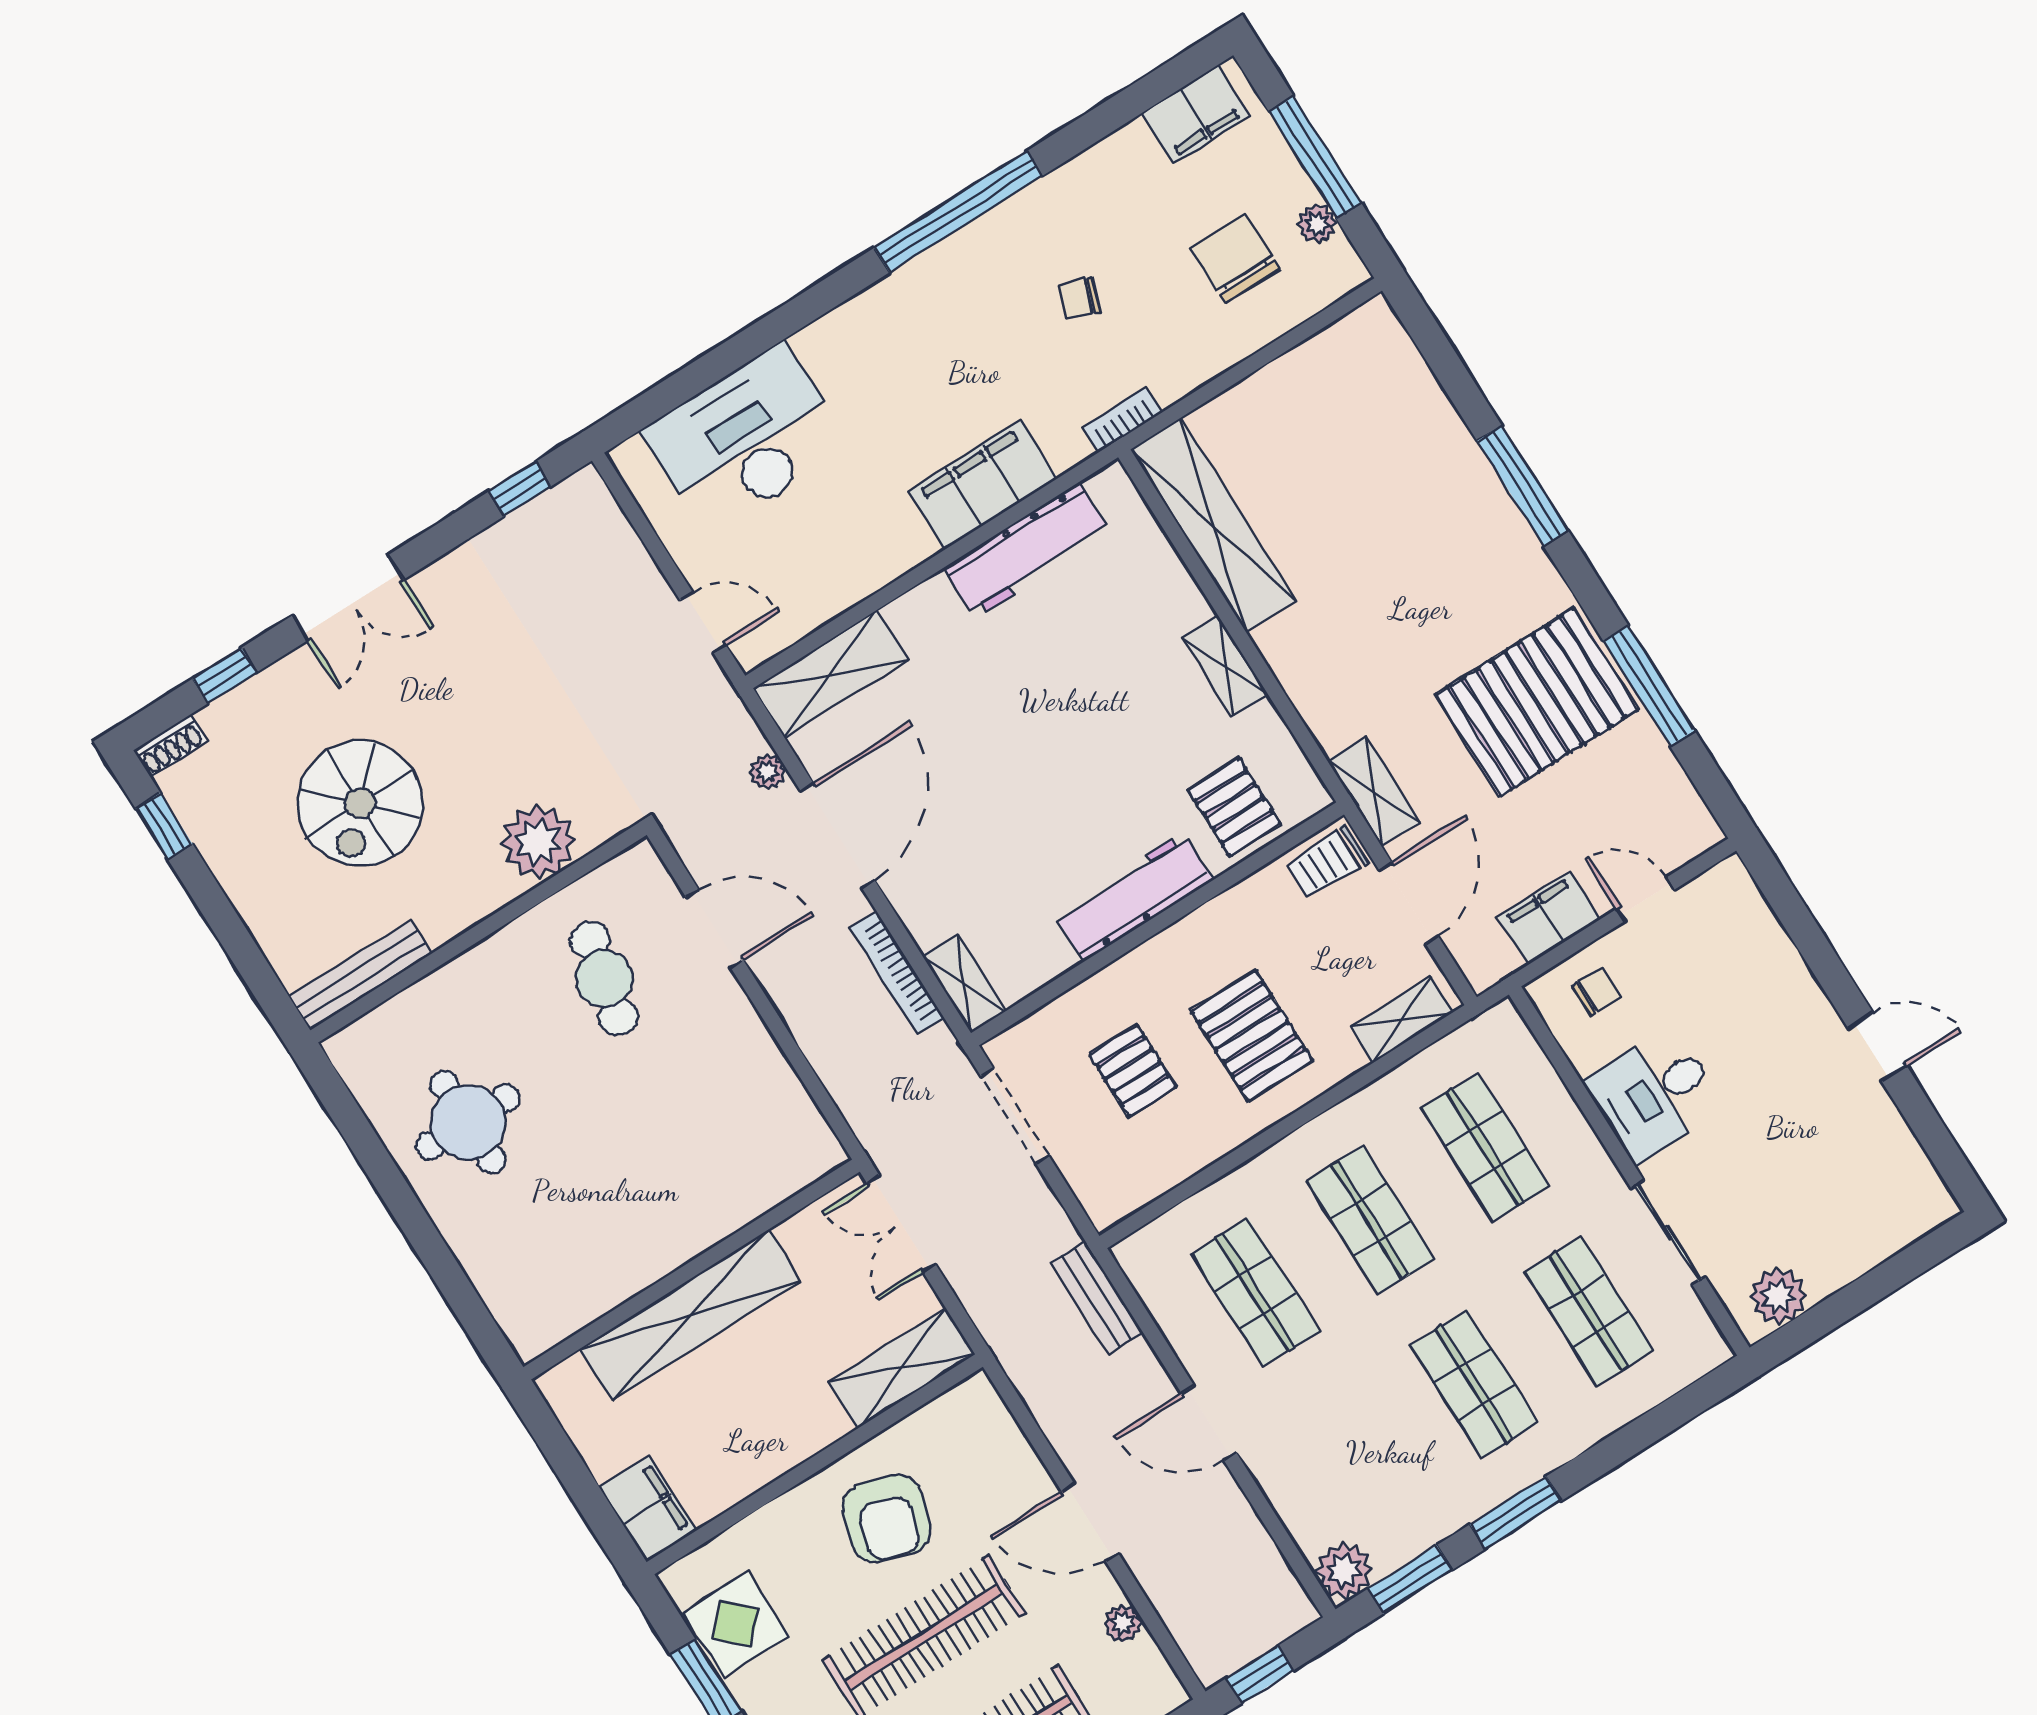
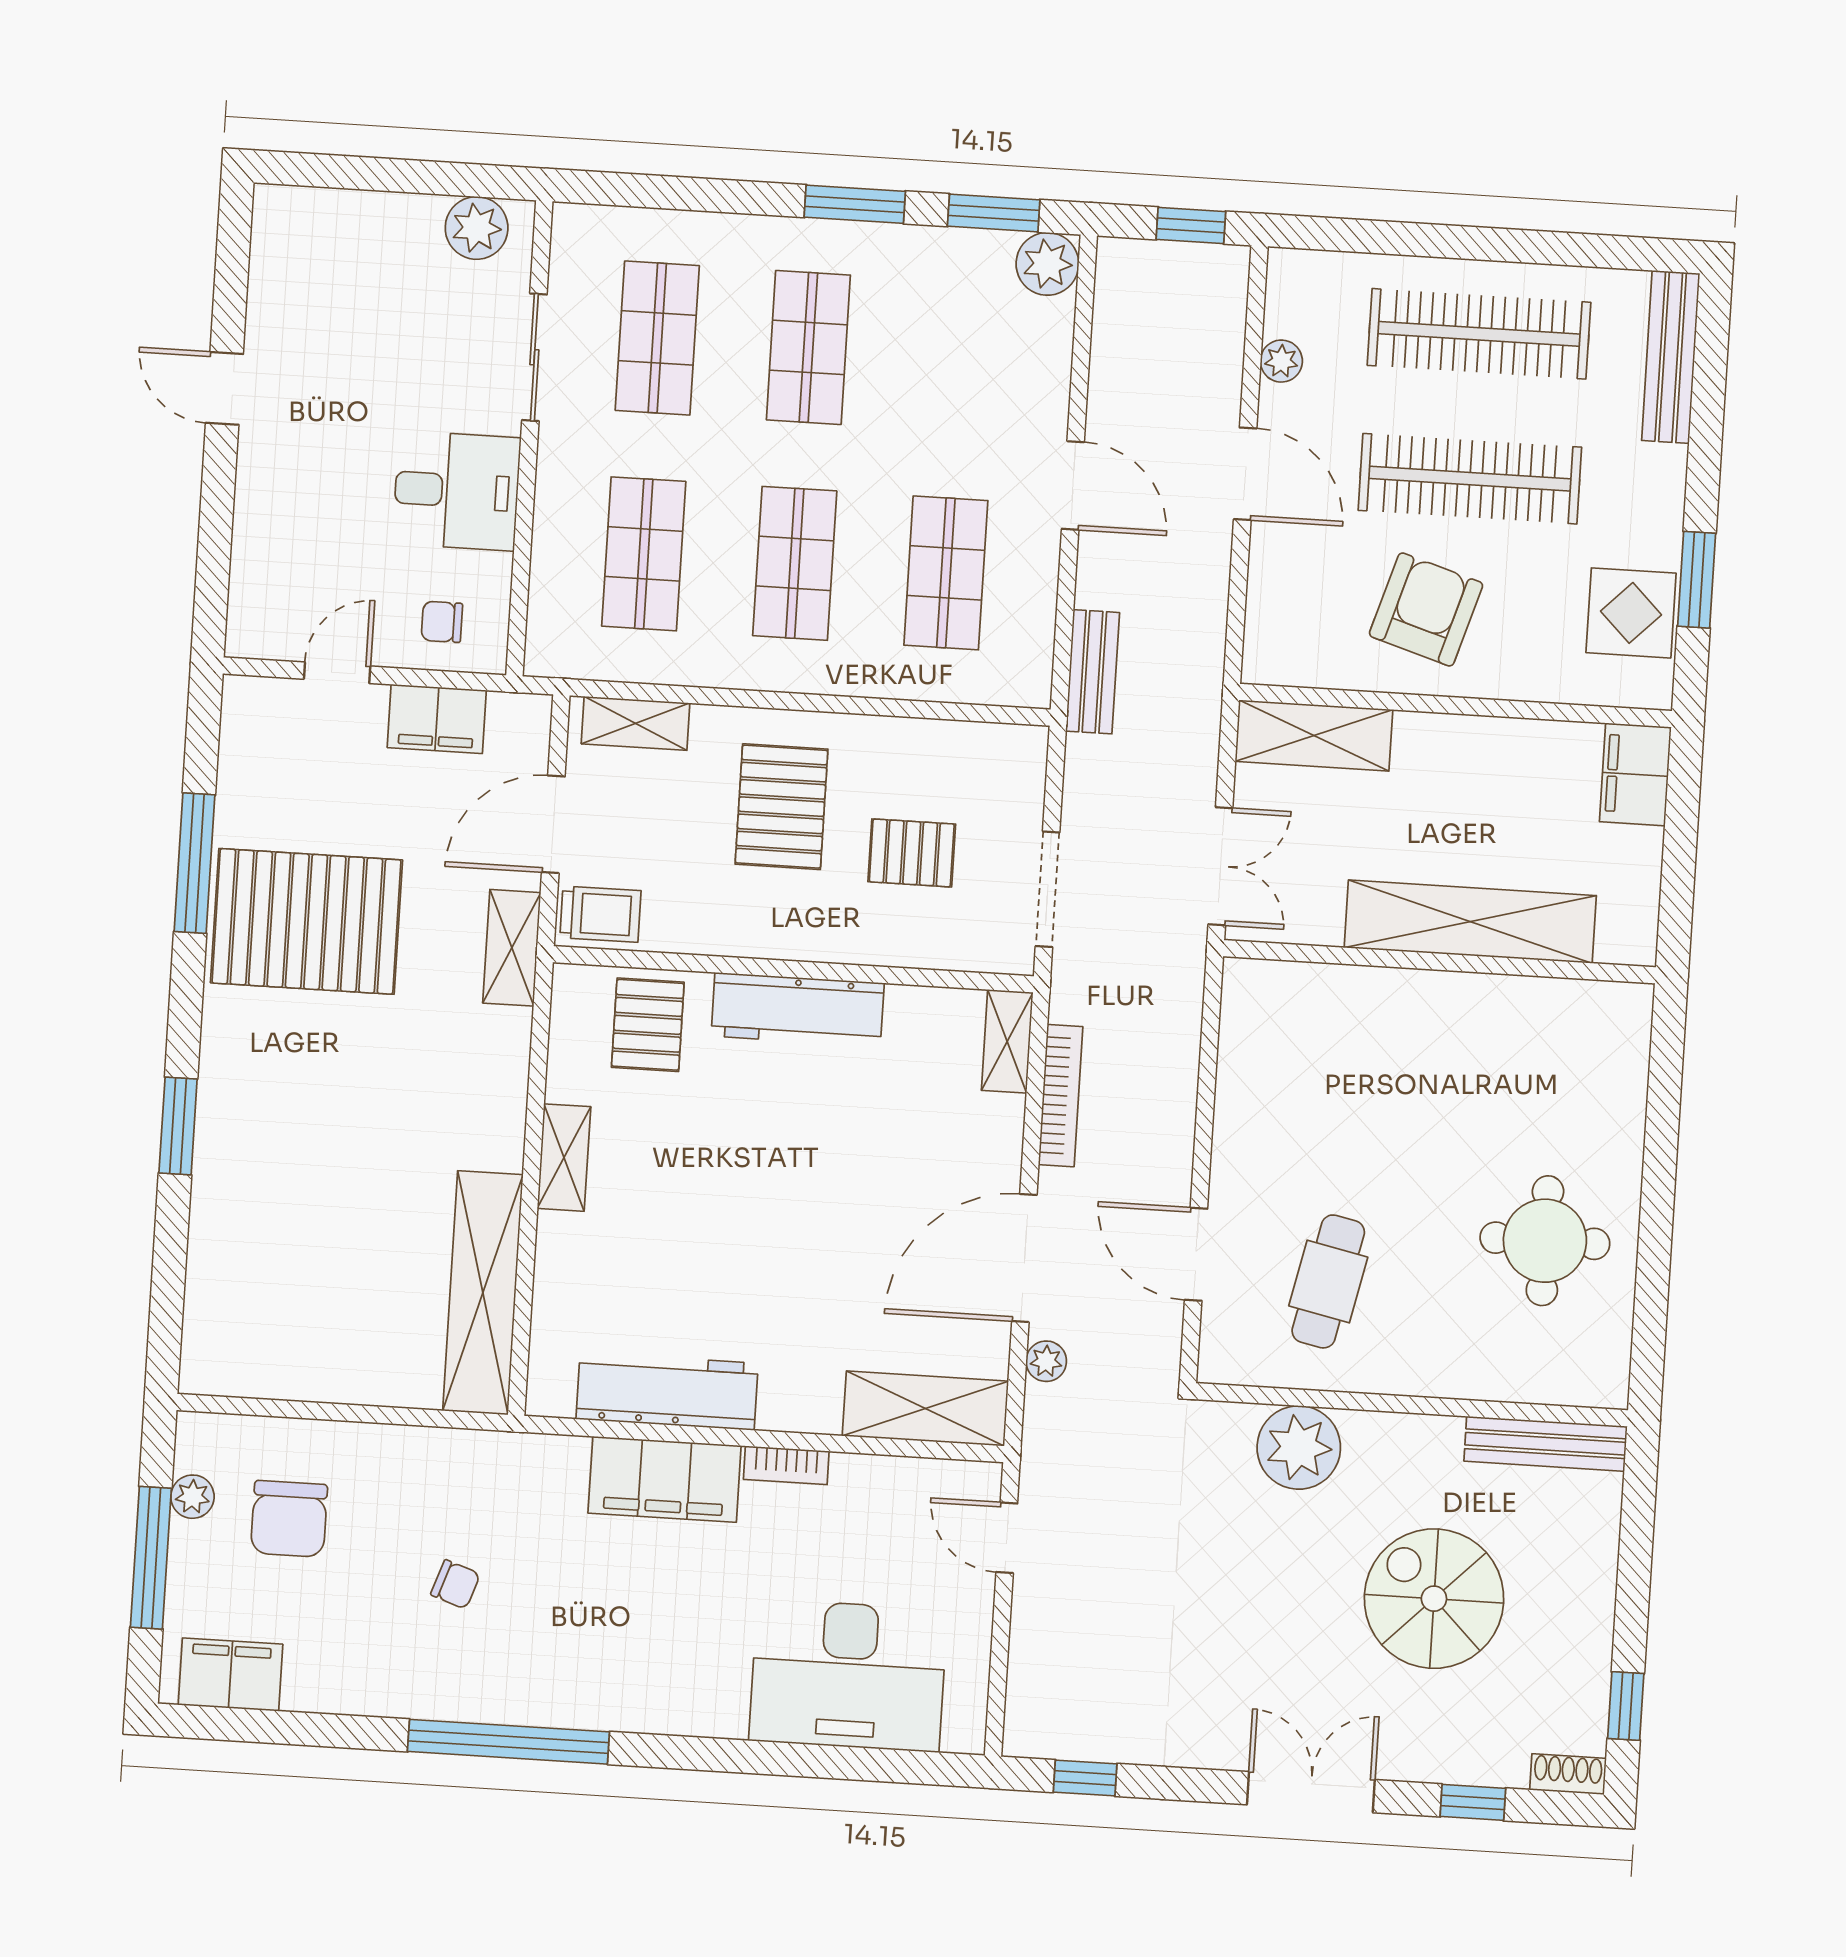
bookcase: (1122, 420) -> (786, 1465), moved
window: (1523, 486) -> (178, 1126), width x0.69
spiral stairs: (360, 803) -> (1434, 1599), turned -90
door: (1646, 899) -> (337, 673), swing flipped
pallet: (1133, 1071) -> (912, 853), turned 90

